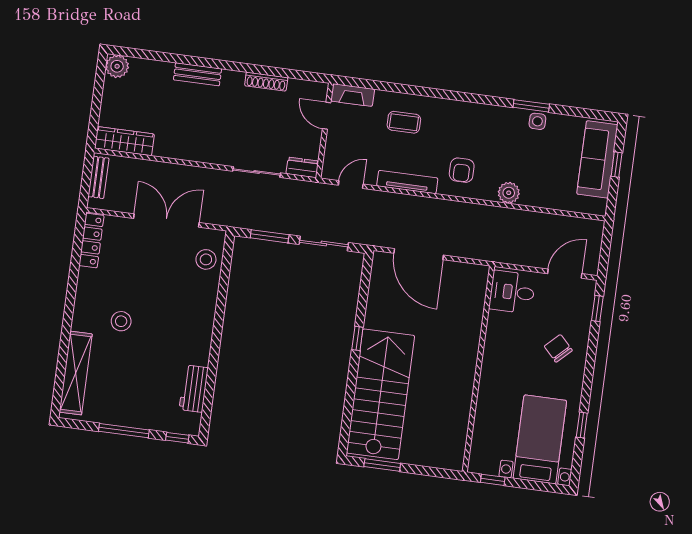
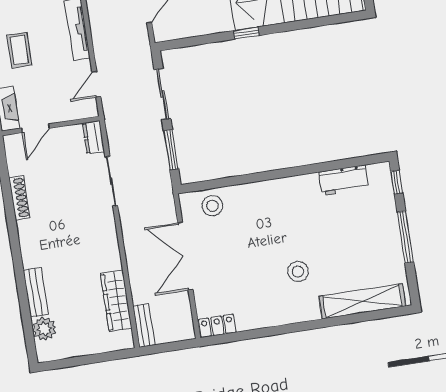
plant: (117, 66) -> (44, 329), moved
bench: (197, 74) -> (36, 292), moved
wardrobe: (124, 141) -> (116, 301), moved
bench: (98, 177) -> (144, 325), moved, turned 90
door: (351, 185) -> (96, 84), hinge flipped
locker: (91, 241) -> (217, 326), width x0.66

